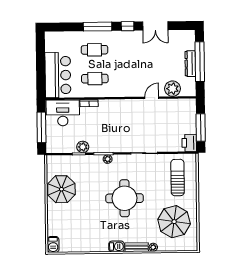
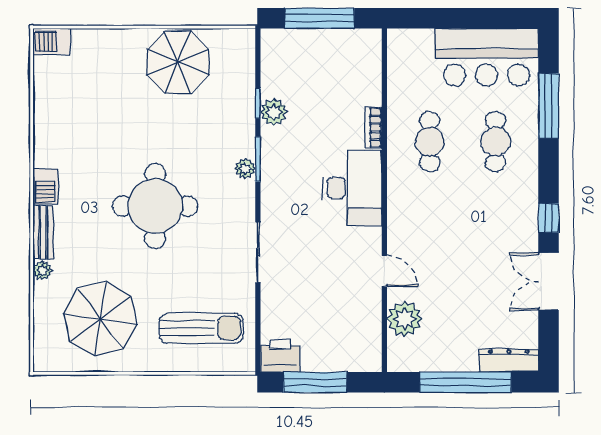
window: (98, 27) -> (549, 106), moved
dresser: (190, 64) -> (509, 360), moved
bar counter: (58, 75) -> (487, 57), moved
desk: (63, 113) -> (352, 188), moved

